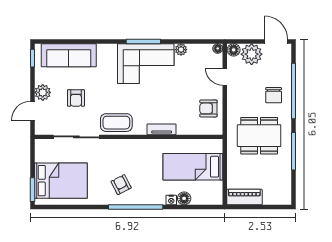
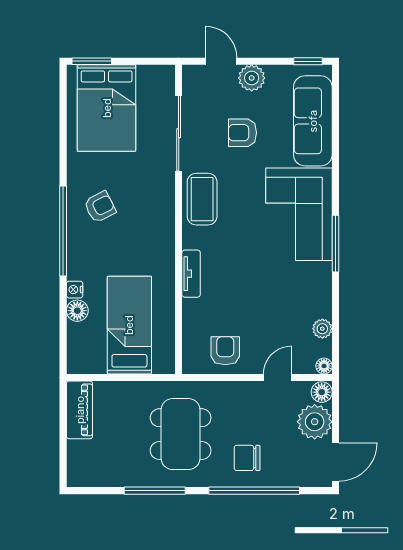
plant: (181, 50) -> (322, 329), moved
corner sofa: (146, 64) -> (299, 214), moved

